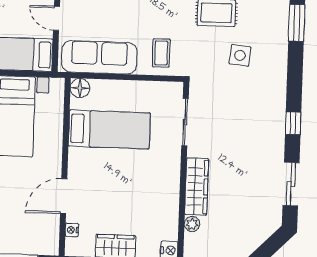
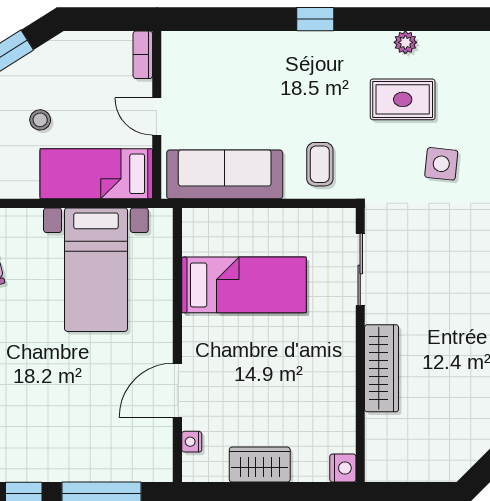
floor lamp: (80, 88) -> (197, 223), removed
plant: (192, 224) -> (376, 426), removed

